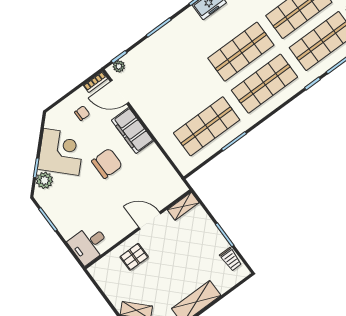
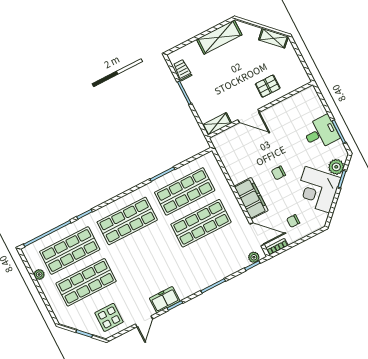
shop shelf: (241, 52) -> (201, 223), moved
chair: (107, 163) -> (278, 173), width x0.54, depth x0.54
desk: (89, 244) -> (321, 133), moved

